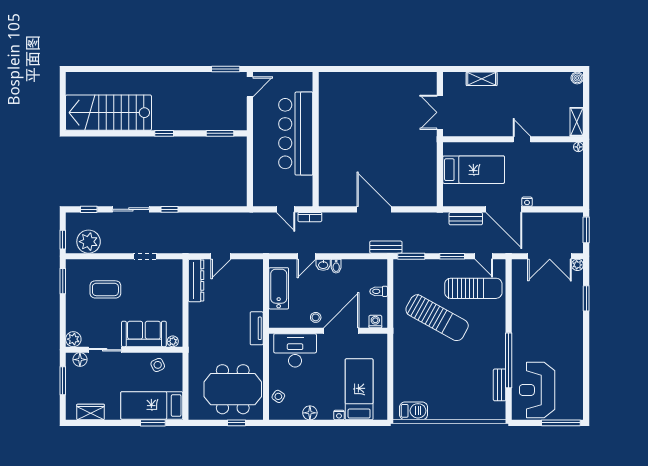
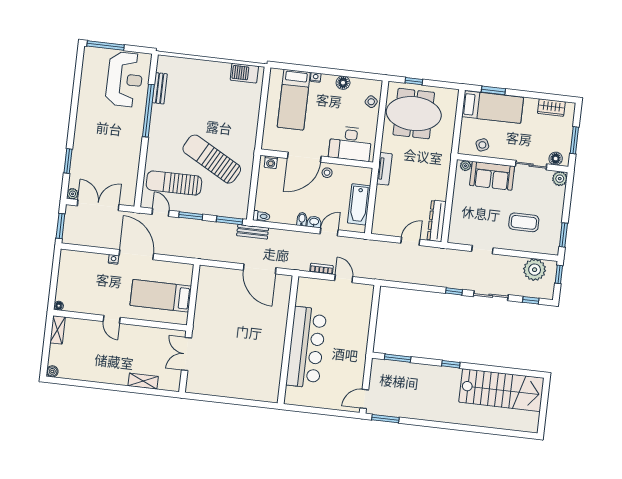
double door: (440, 112) -> (186, 354), swing flipped
bar counter: (296, 134) -> (306, 347), moved
wall: (316, 139) -> (288, 340), moved
bench: (466, 219) -> (174, 250), removed
toilet: (379, 291) -> (261, 216), moved

